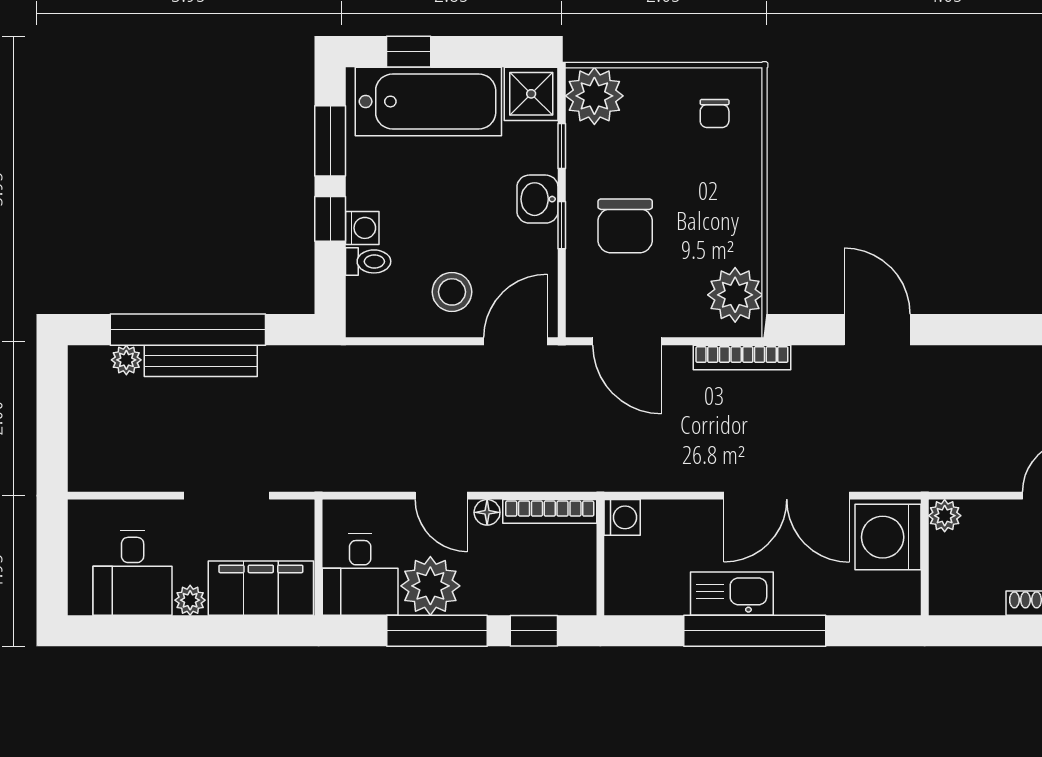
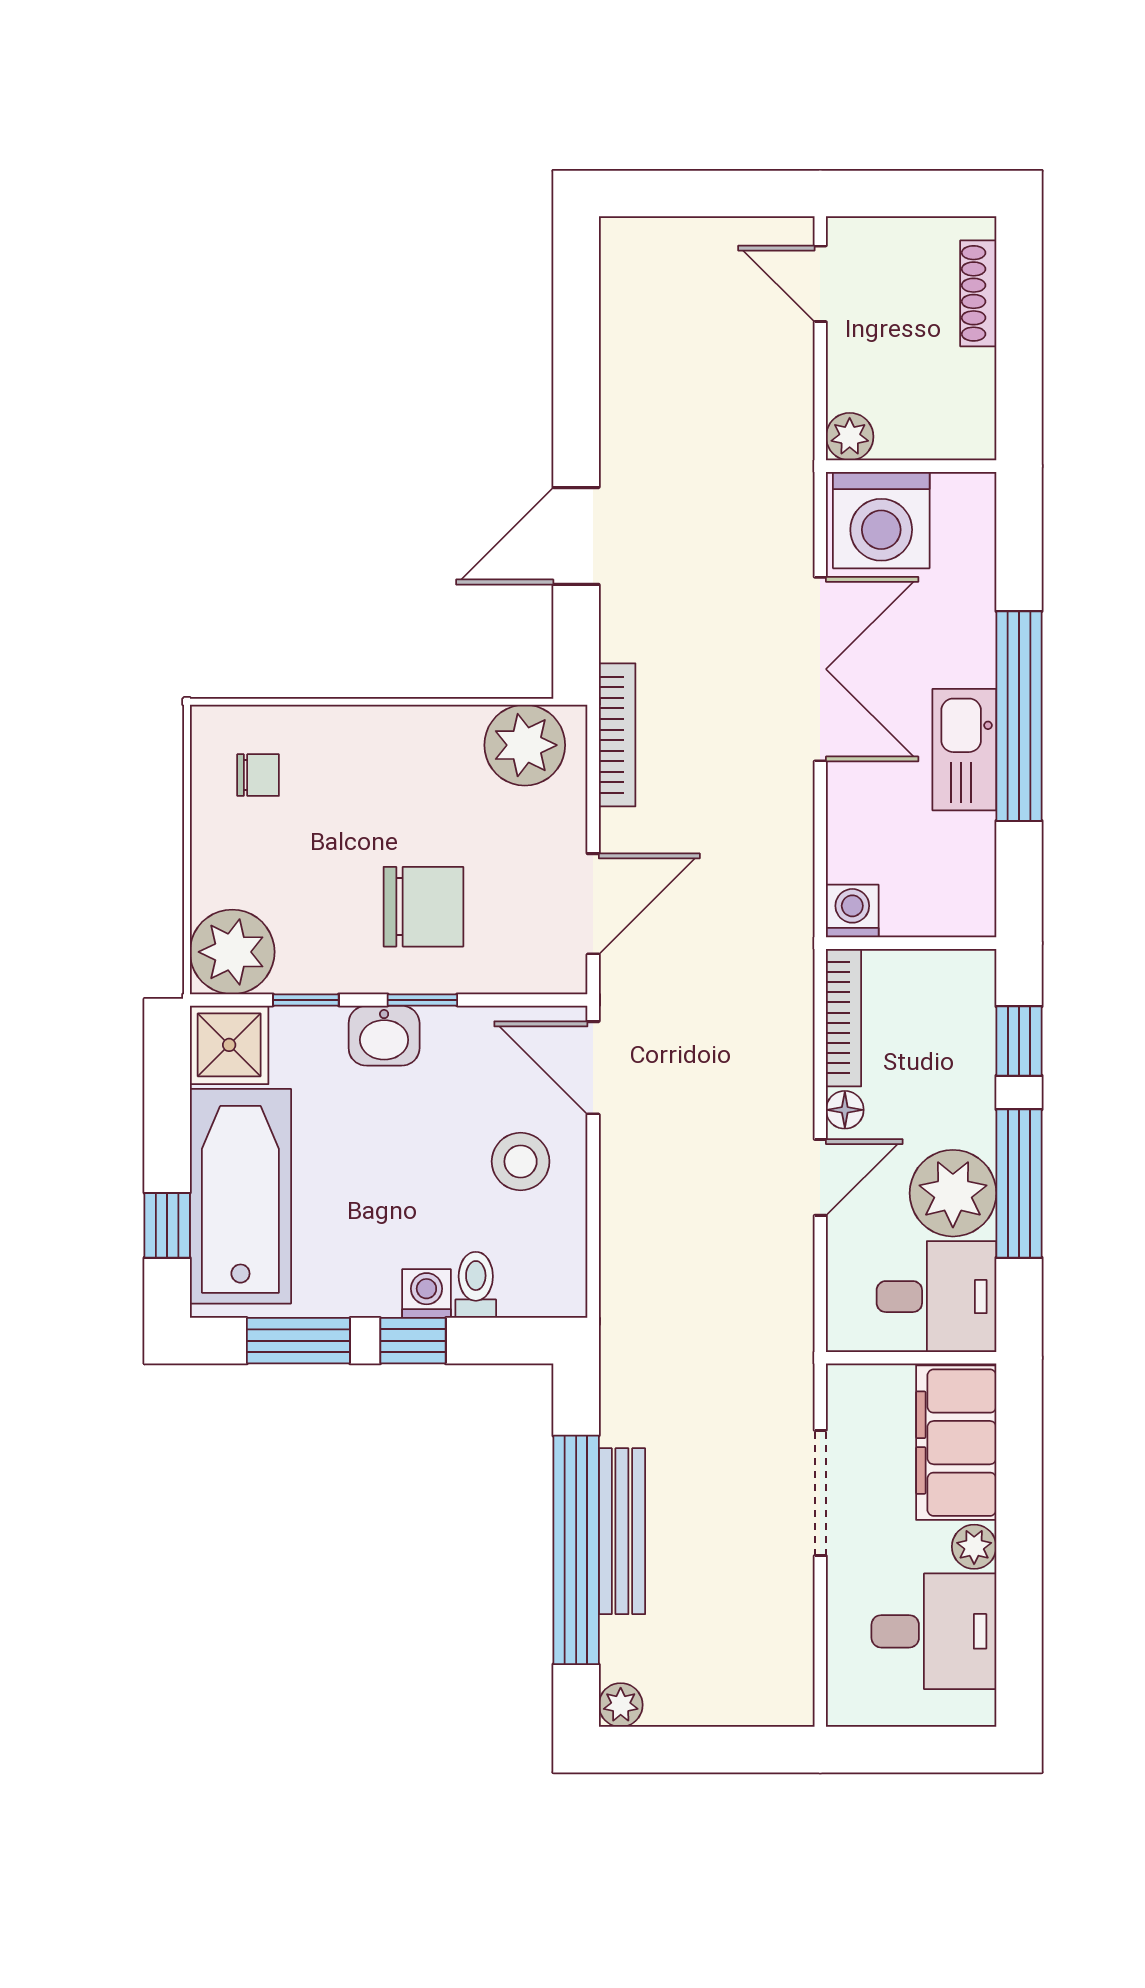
plant: (126, 360) -> (621, 1705), moved

